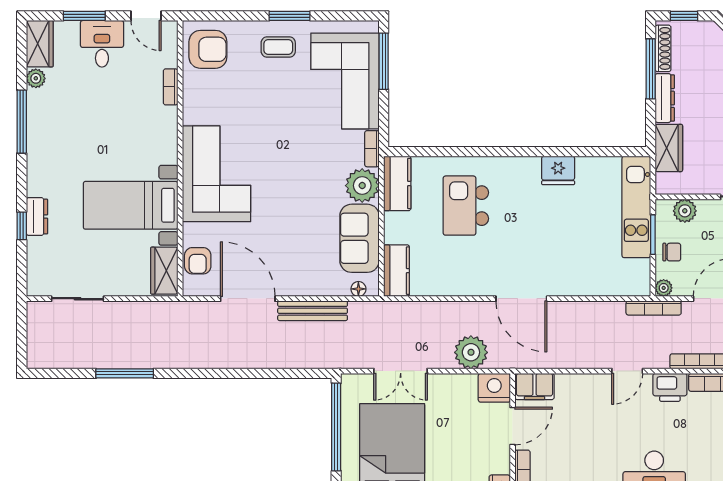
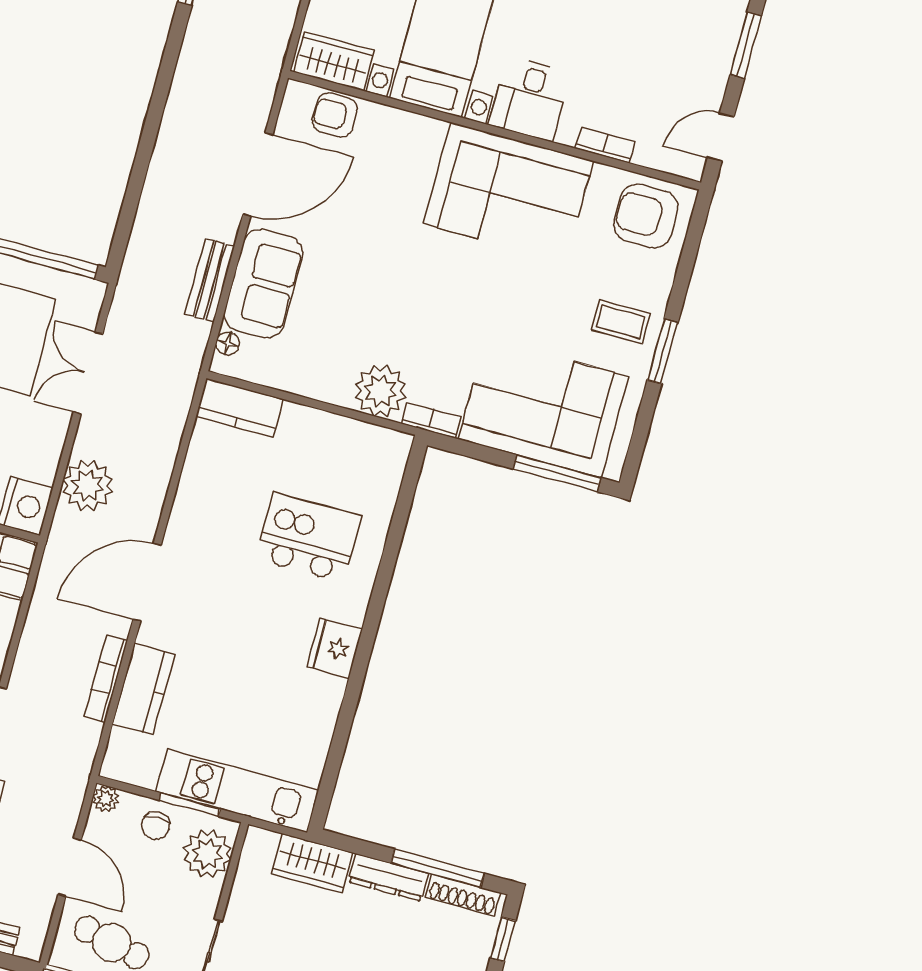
desk: (102, 44) -> (529, 99), moved, turned 90
coffee table: (278, 47) -> (621, 322), turned 90
armchair: (208, 49) -> (646, 216), turned 90
fridge: (558, 170) -> (335, 648), moved
corner sofa: (216, 174) -> (508, 192), moved
kitchen counter: (397, 183) -> (144, 689), moved, turned -90
plant: (685, 211) -> (207, 854), width x1.36, depth x1.36
sofa: (359, 238) -> (263, 284), moved, turned 90
bookcase: (654, 308) -> (106, 679), moved
bench: (313, 311) -> (210, 280), width x0.73

